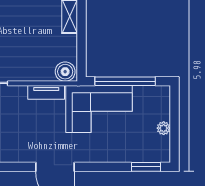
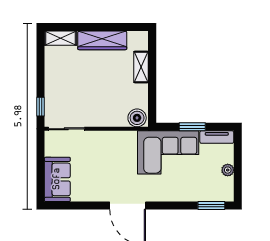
window: (125, 81) -> (192, 127), width x0.47
tv unit: (46, 92) -> (217, 137), moved

